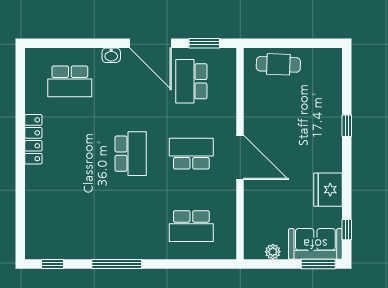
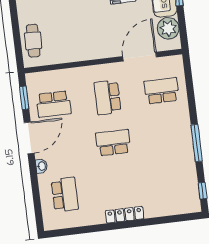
locker: (33, 139) -> (125, 215), moved
door: (240, 157) -> (140, 57), moved
school desk: (191, 226) -> (162, 91), turned -90
plant: (273, 252) -> (168, 28), width x1.87, depth x1.87

